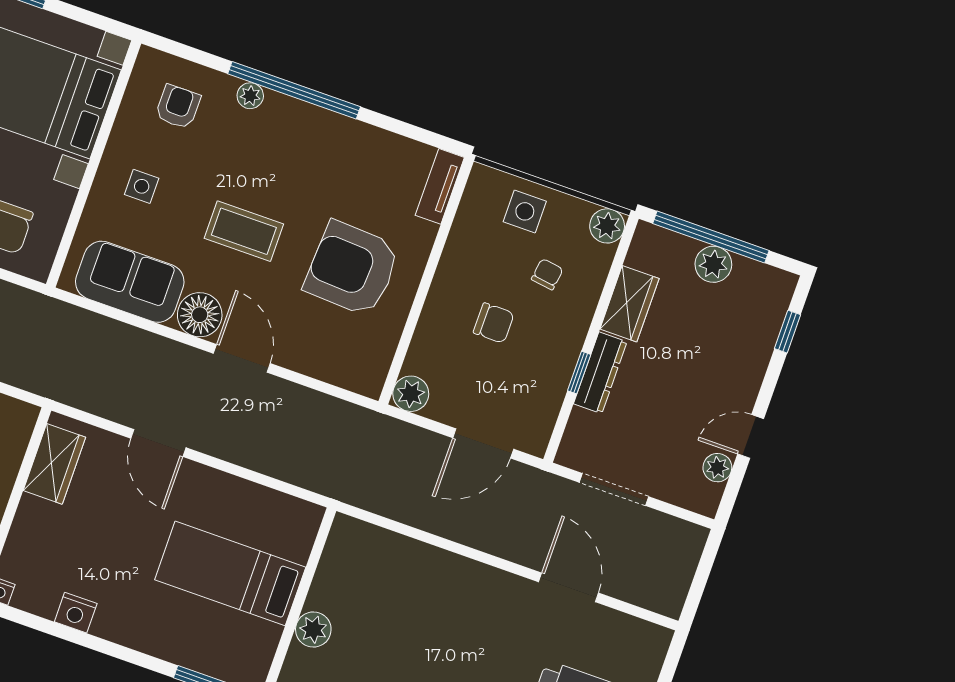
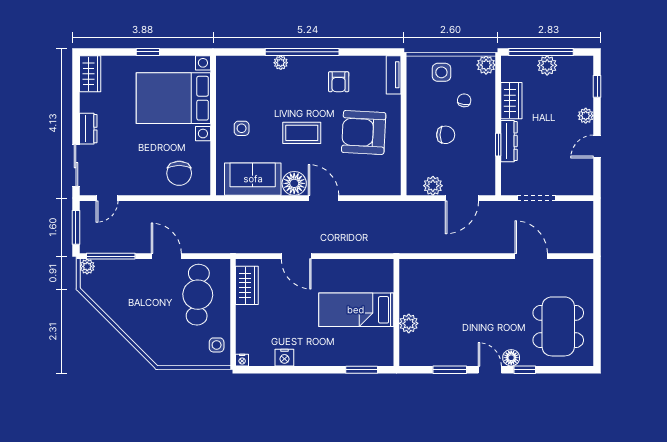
armchair: (178, 107) -> (339, 82), moved, turned 180
plant: (411, 394) -> (433, 186), moved
plant: (717, 468) -> (586, 116), moved

